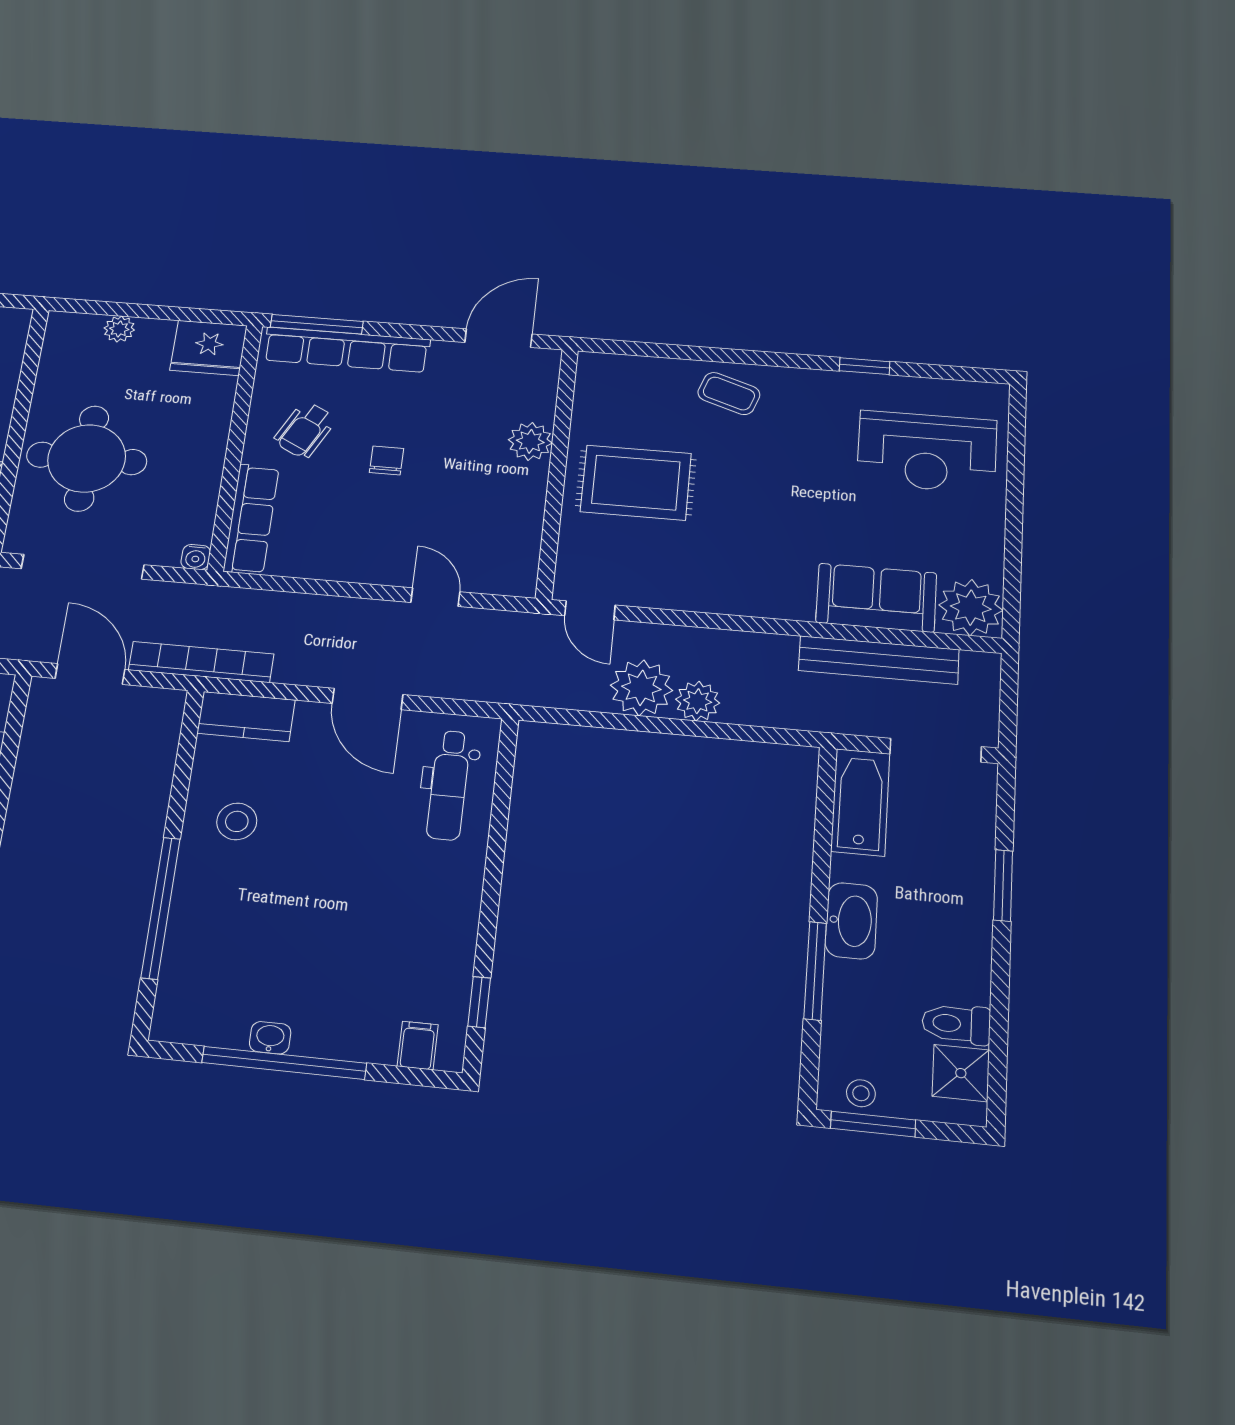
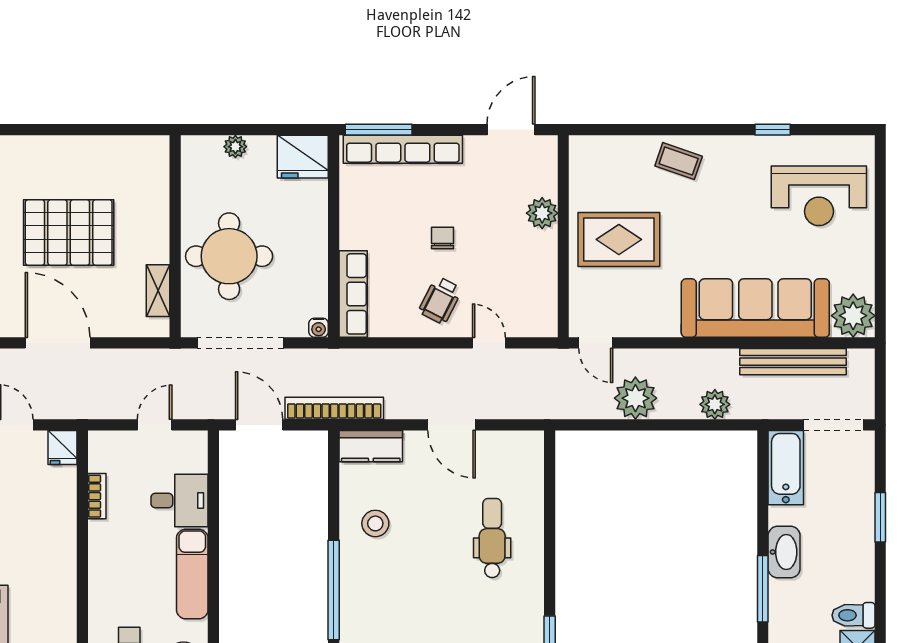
wheelchair: (305, 430) -> (440, 300), moved
sofa: (876, 598) -> (755, 308), width x1.85, depth x1.27
plant: (698, 701) -> (715, 404), moved
dental chair: (449, 785) -> (492, 538), moved, turned 180

